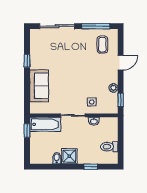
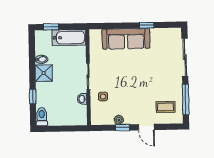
sofa: (39, 86) -> (126, 39), width x1.36
window: (121, 100) -> (122, 128), moved
bathtub: (45, 124) -> (69, 38), moved, turned -90
window: (27, 131) -> (51, 27), moved
toilet: (109, 147) -> (42, 117), moved

